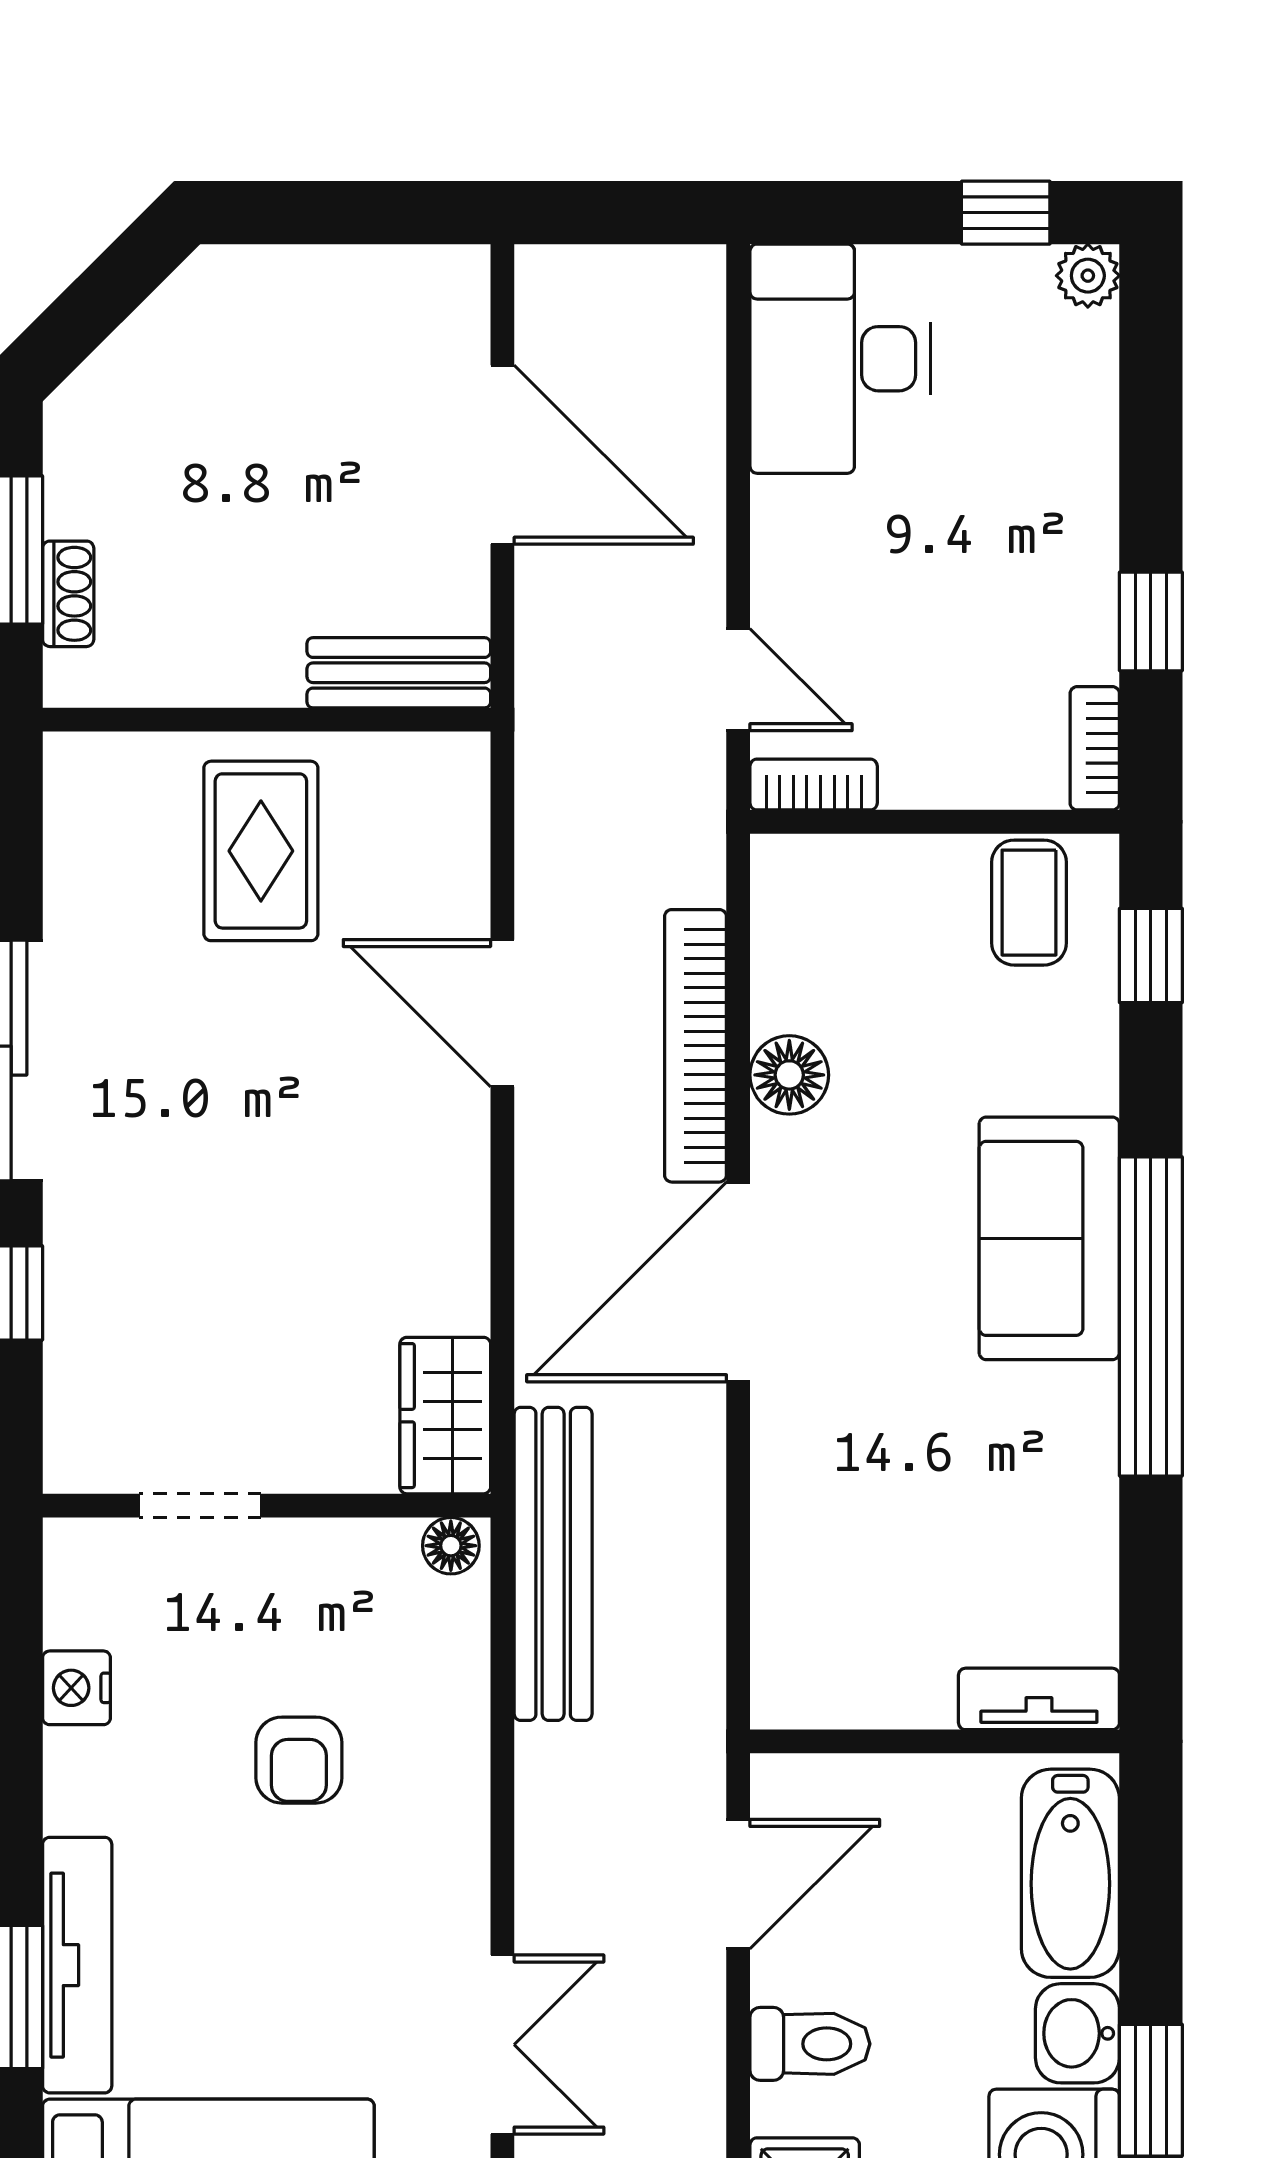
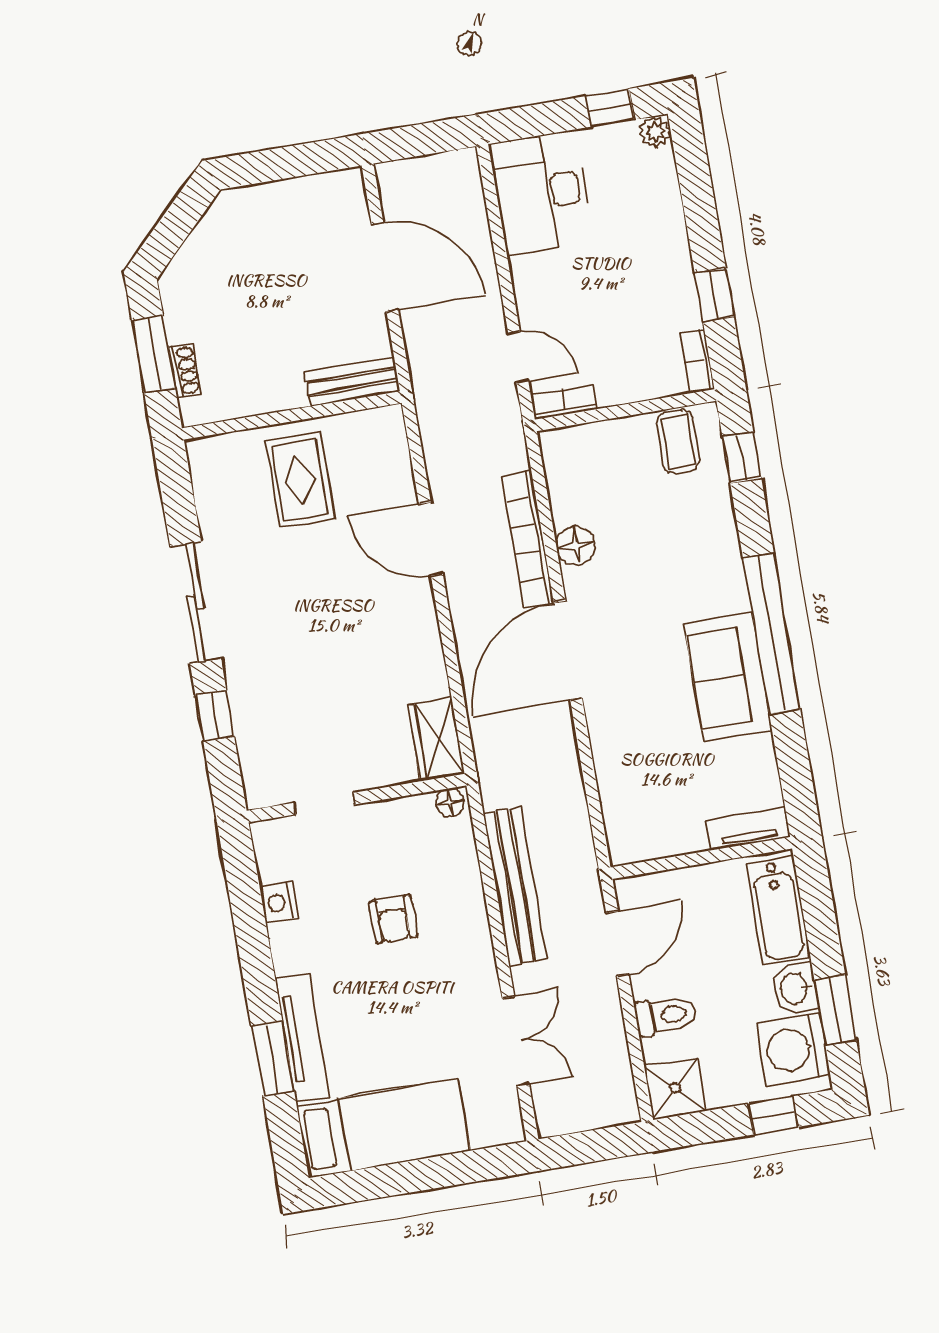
sofa: (1049, 1238) -> (728, 677), moved
bench: (553, 1564) -> (515, 886), moved

